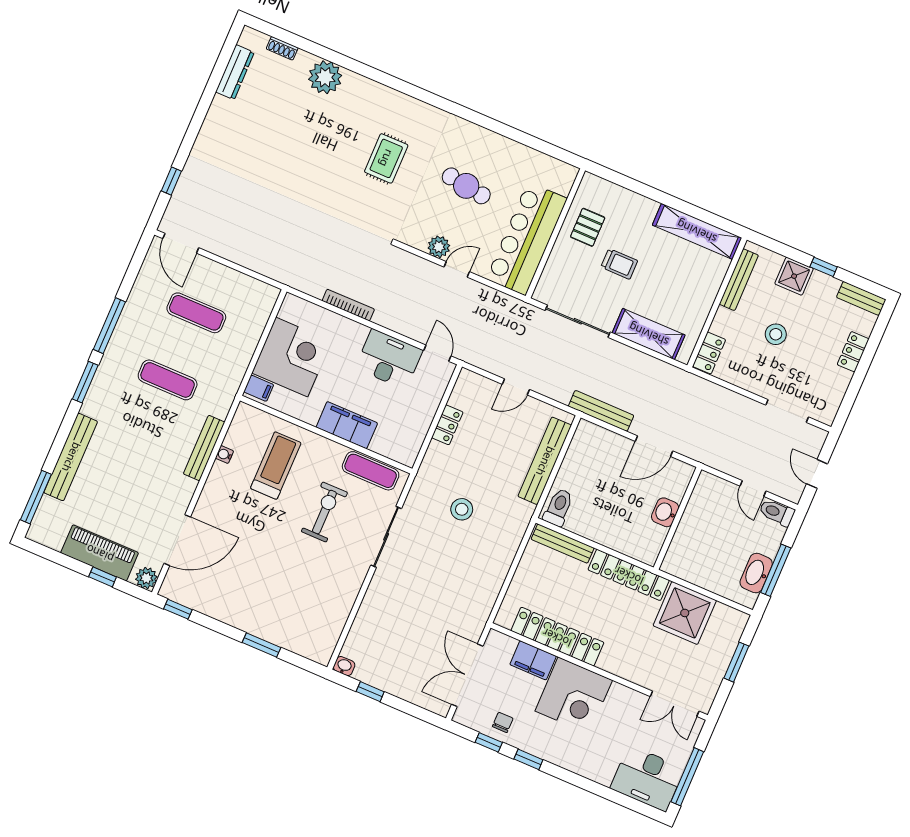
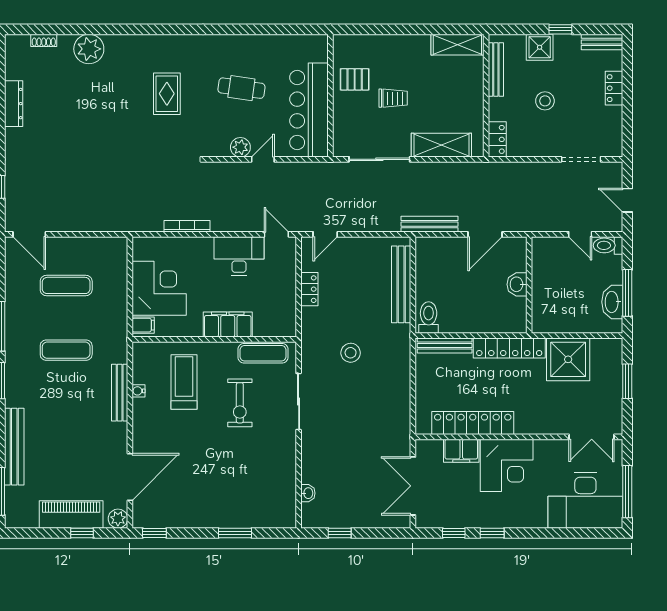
dresser: (235, 72) -> (14, 104), moved
pallet: (588, 227) -> (355, 79), turned 90
shelving: (697, 231) -> (457, 45), width x0.68
door: (516, 387) -> (325, 234), moved
exercise bike: (324, 512) -> (240, 403), turned 180
washbasin: (344, 666) -> (308, 493), moved, turned 90
chair: (503, 722) -> (458, 512), removed
desk: (647, 778) -> (585, 500), width x1.36, depth x1.30

